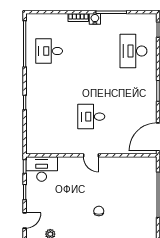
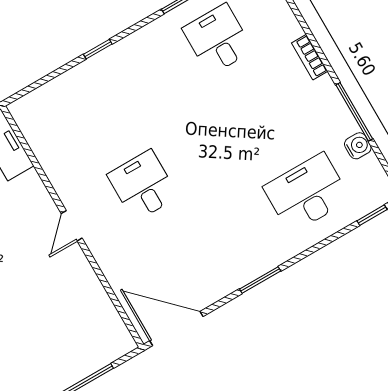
water cooler: (95, 19) -> (358, 146), moved

